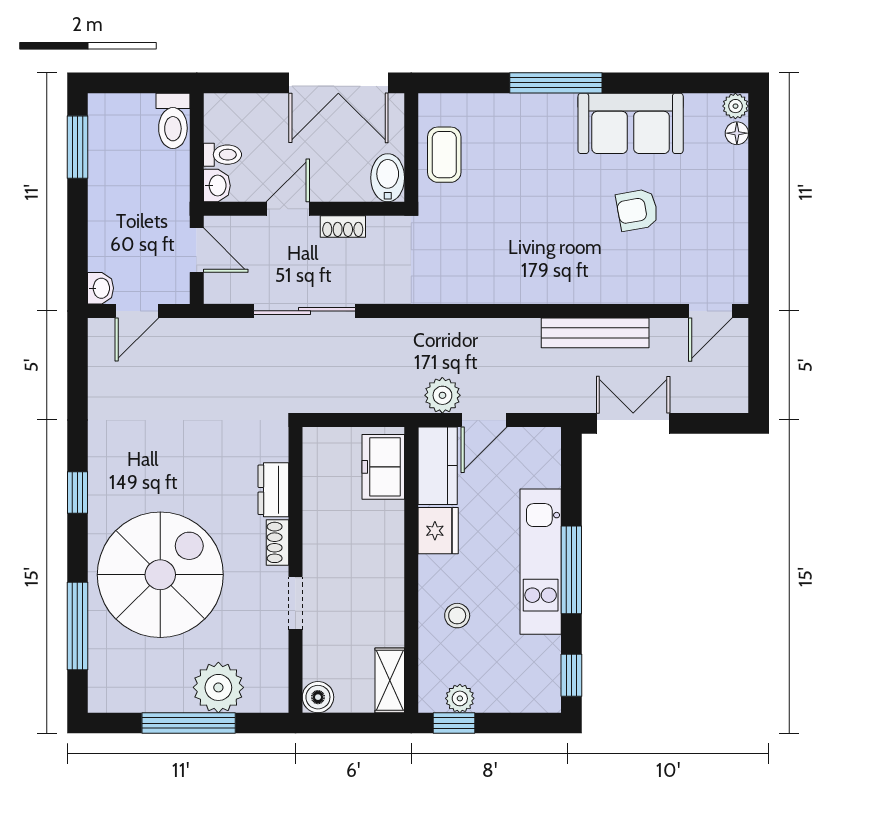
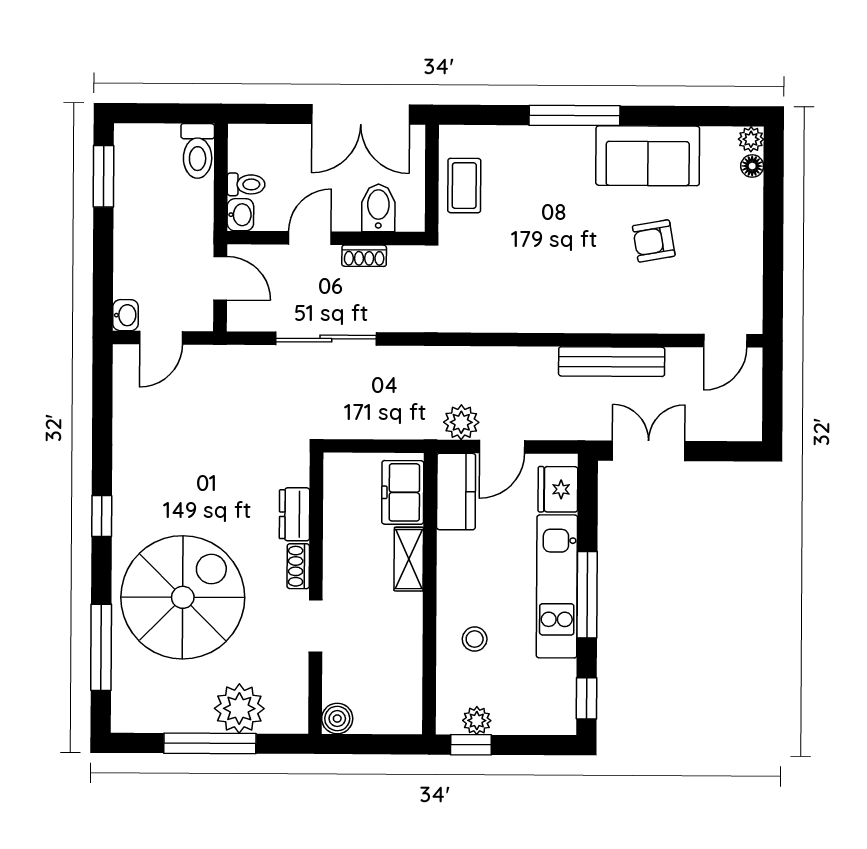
bidet: (388, 178) -> (378, 208), moved
fridge: (438, 531) -> (558, 489), moved, turned 180
shelving: (390, 680) -> (409, 559), moved

